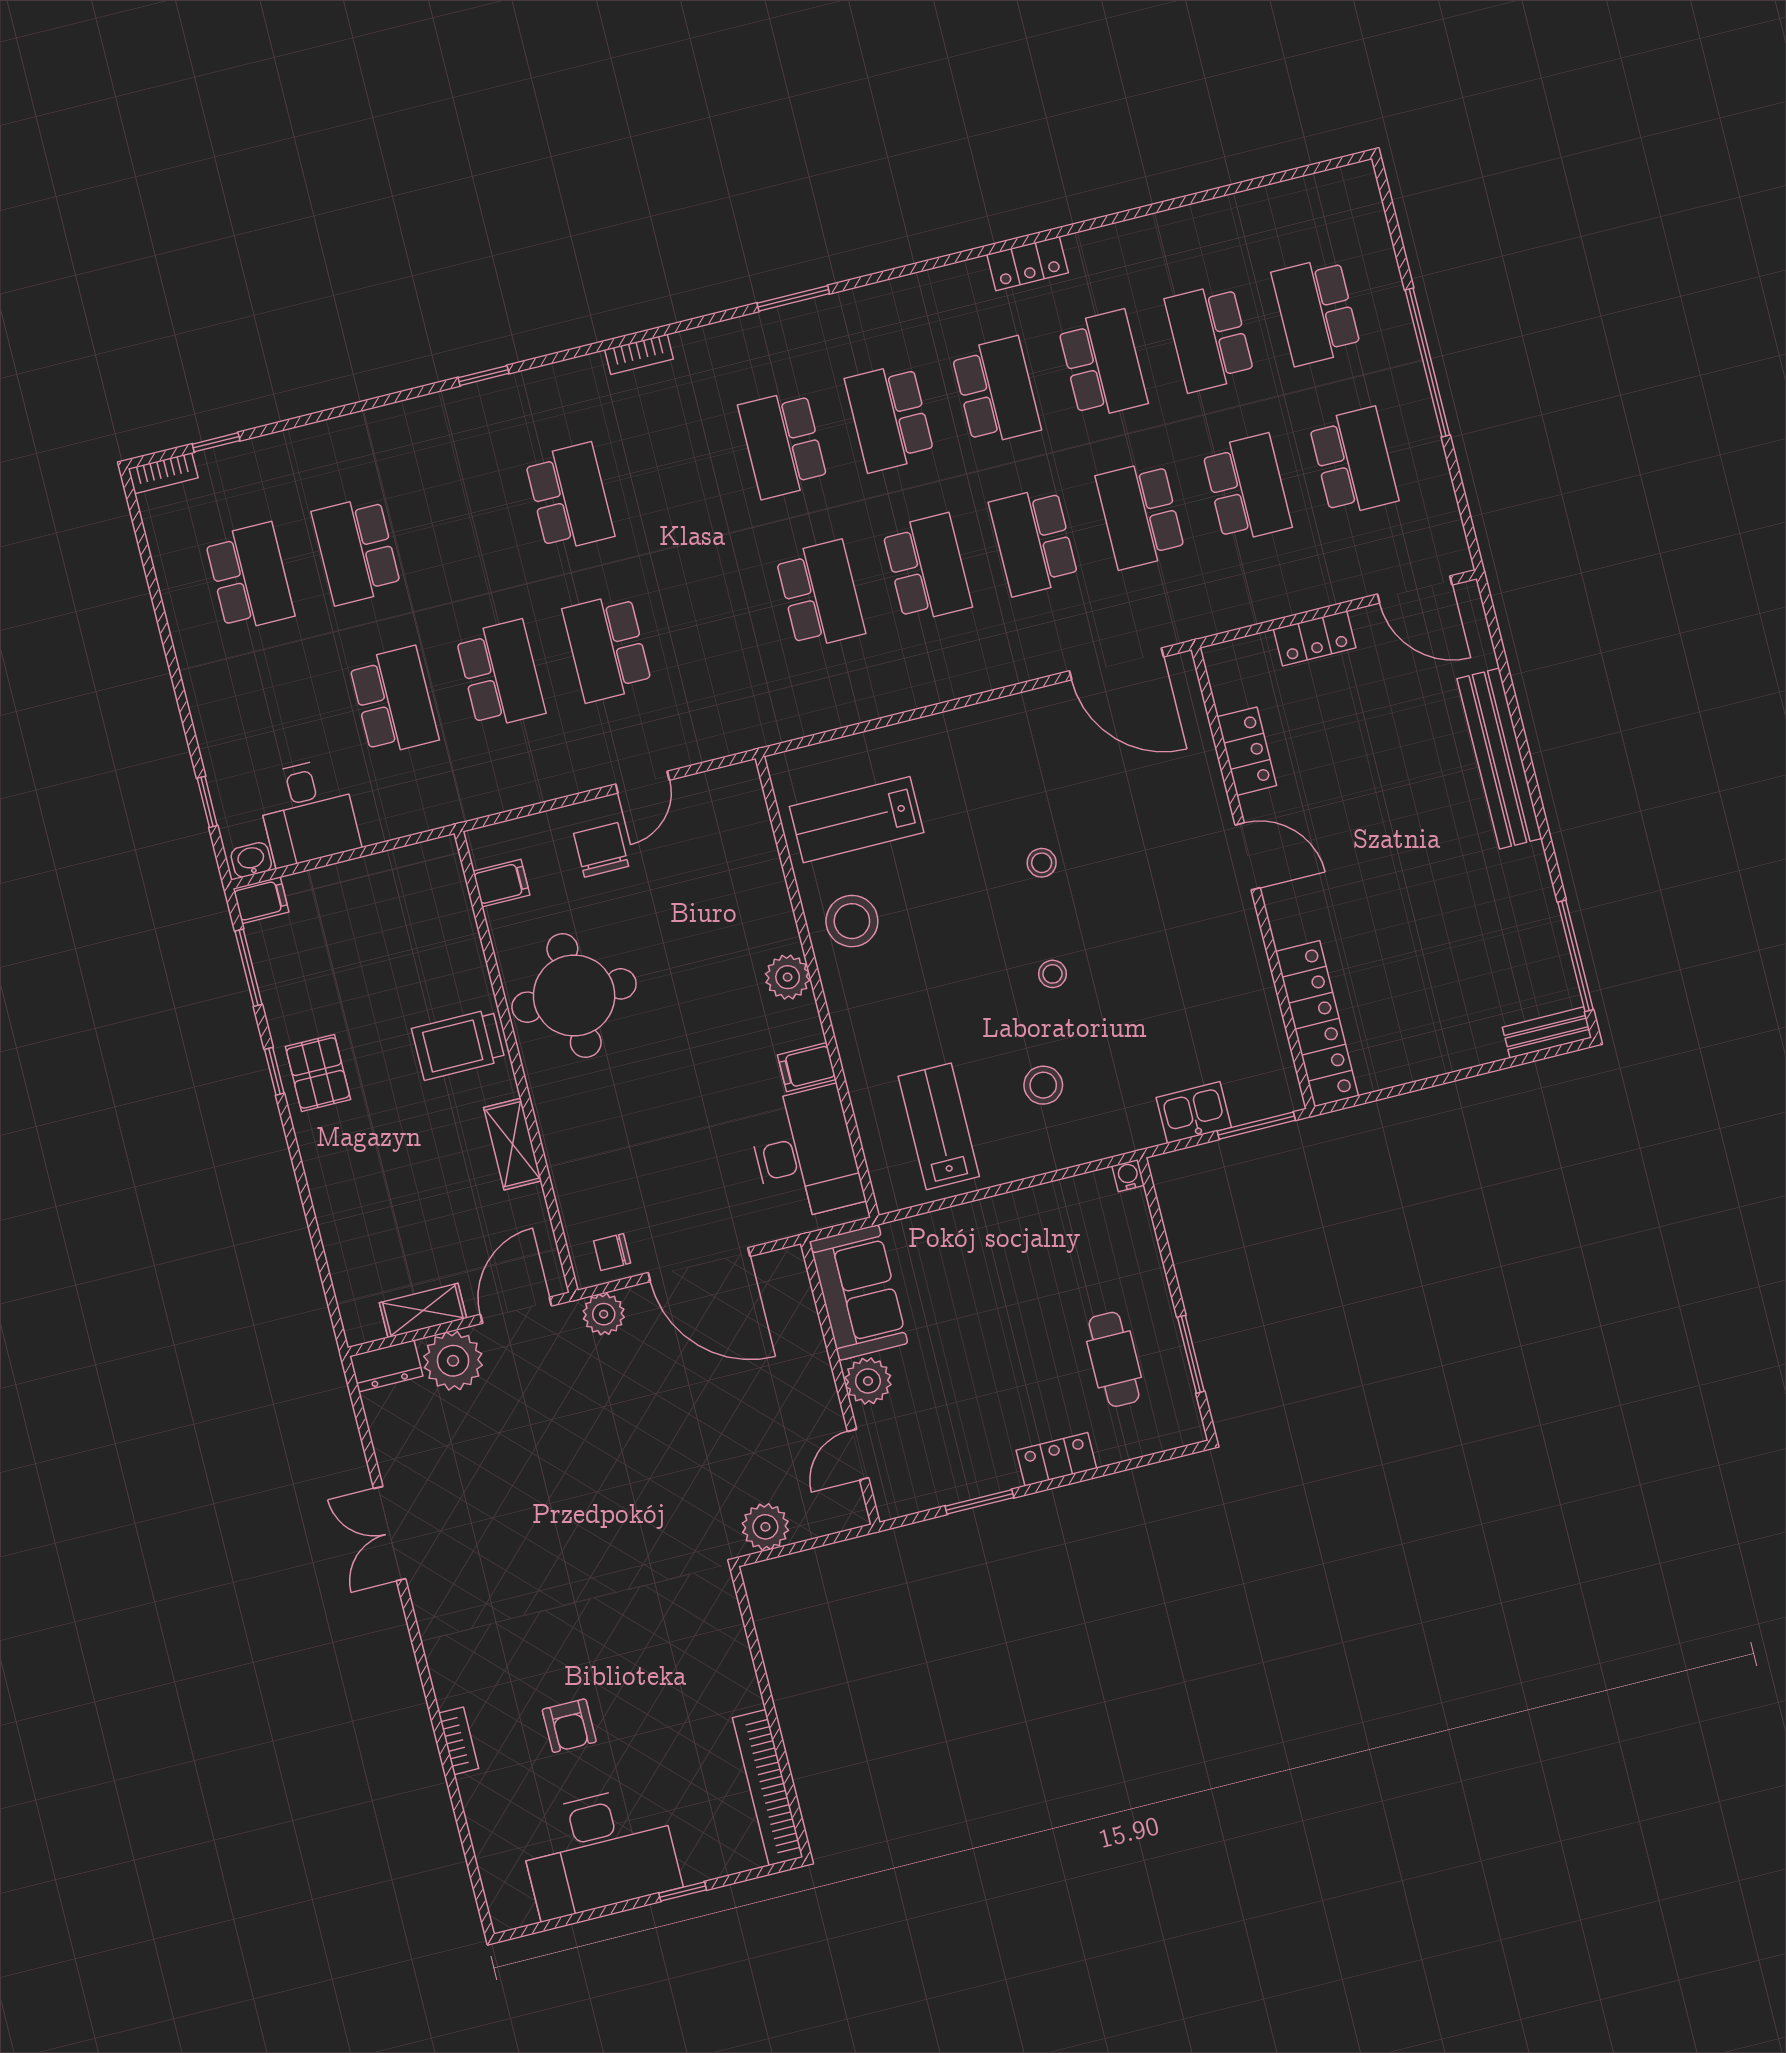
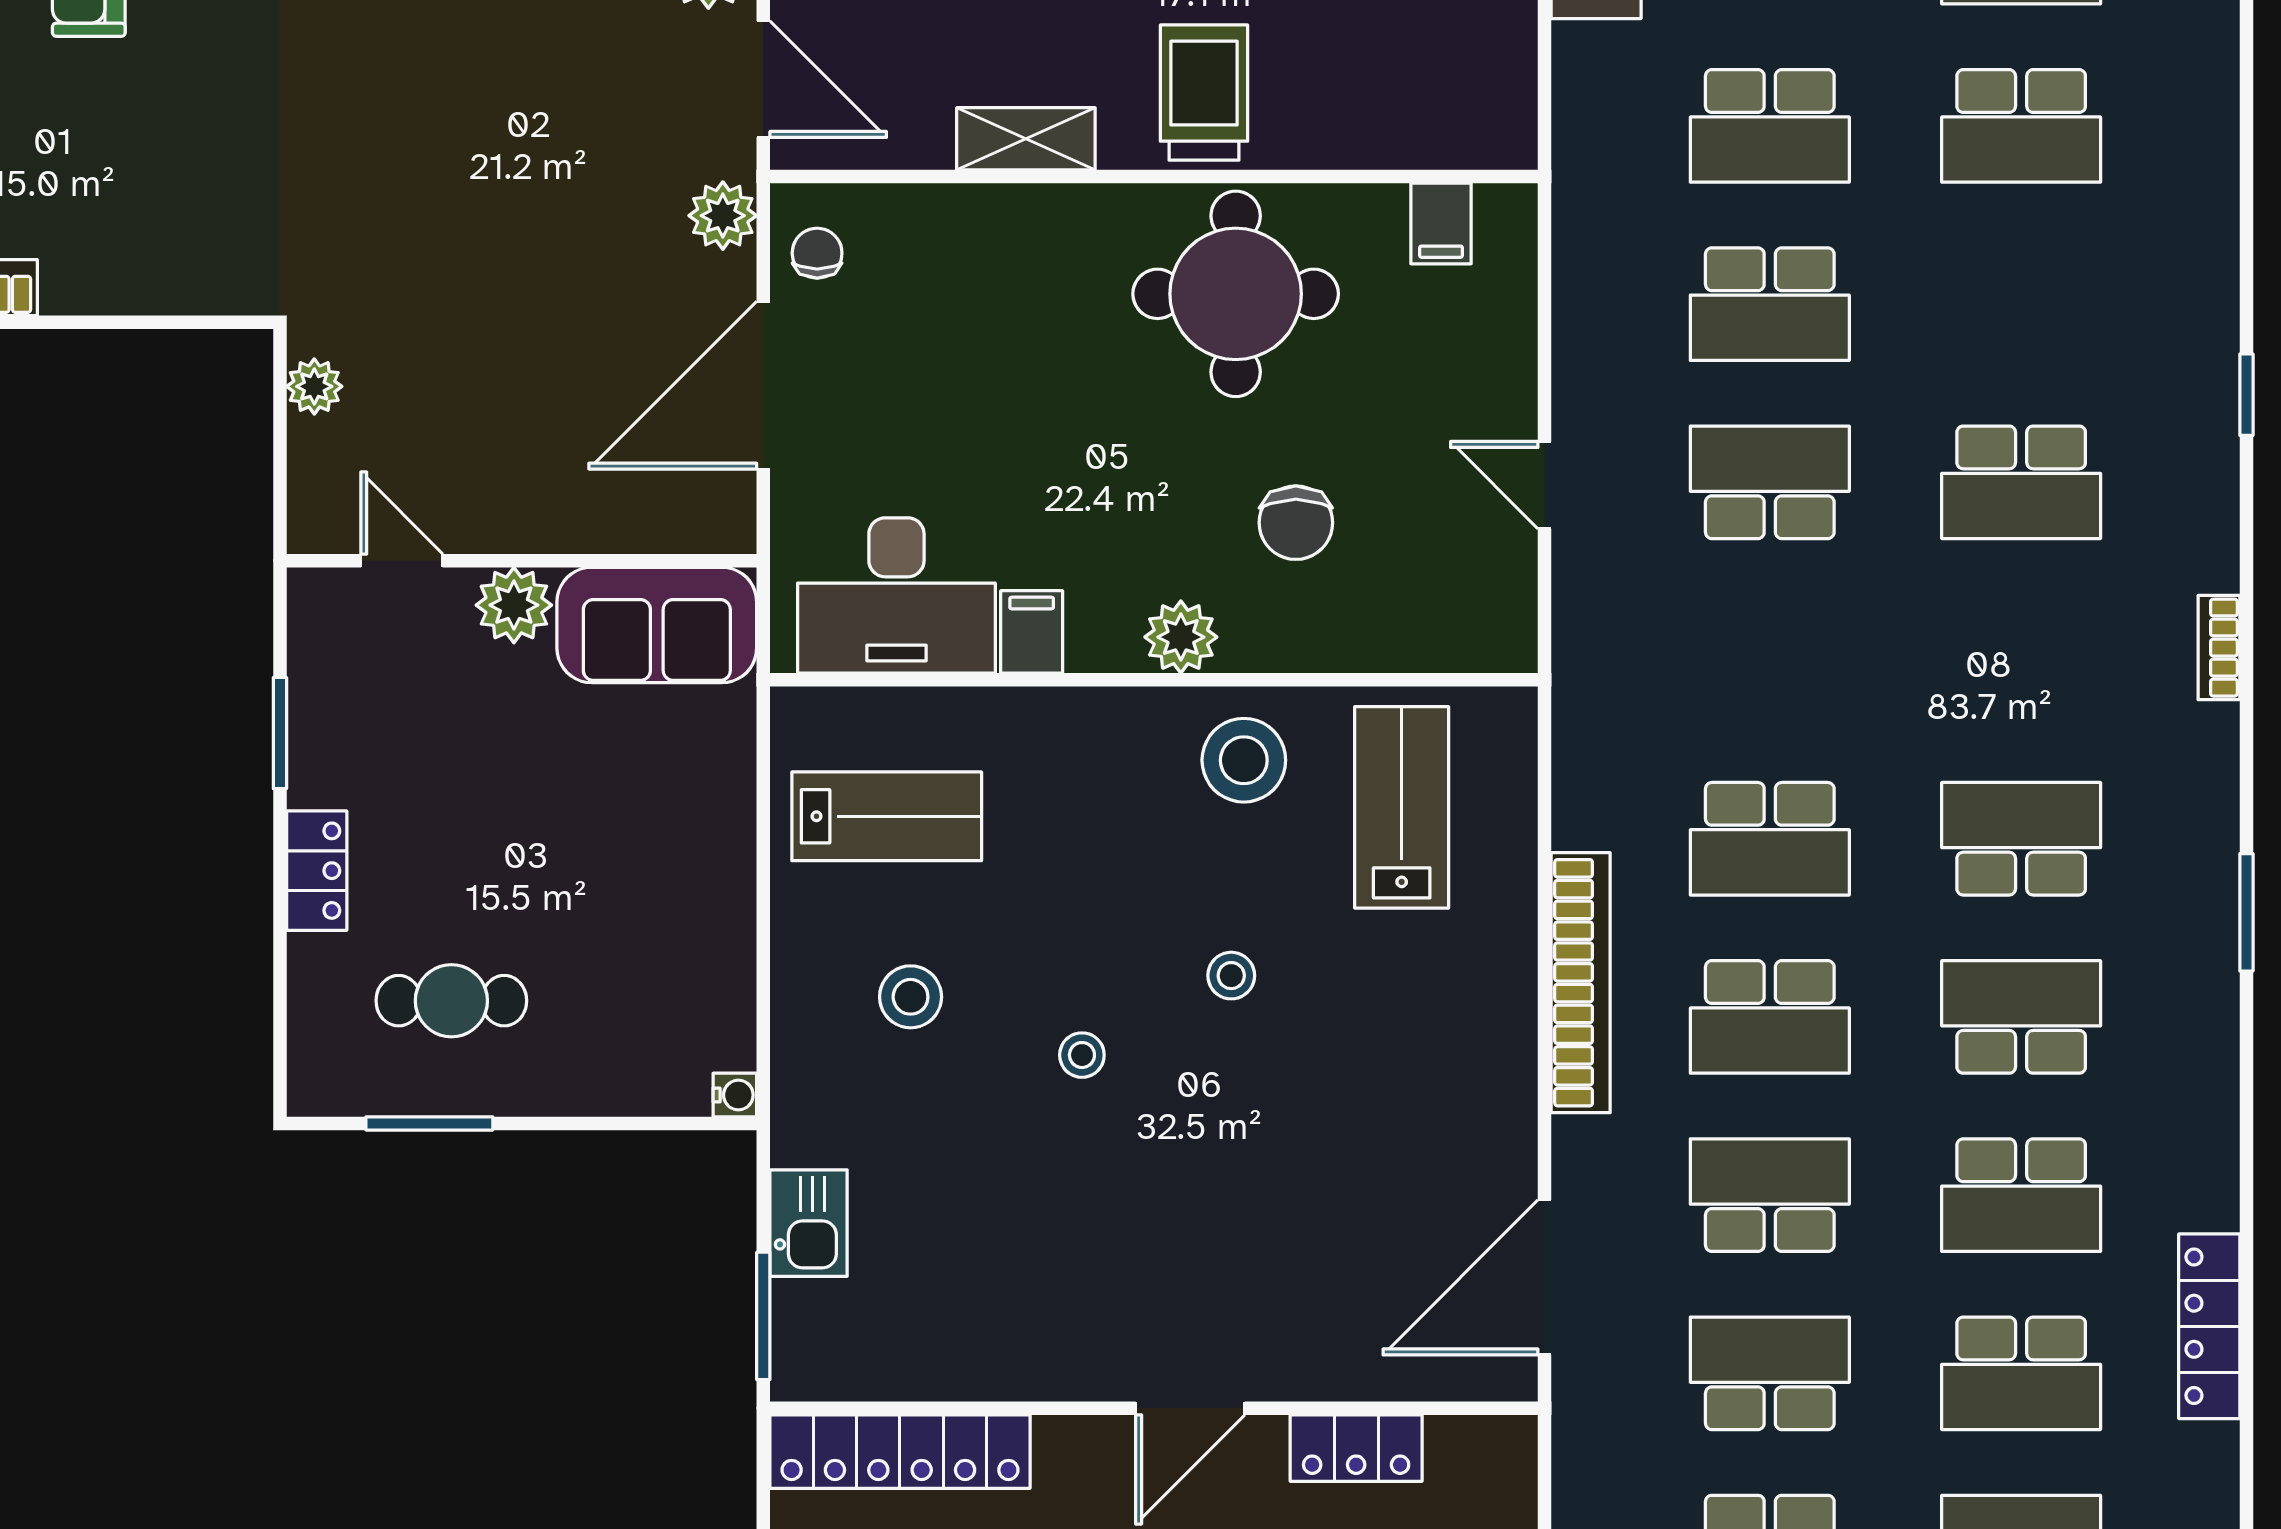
locker: (1028, 264) -> (2209, 1326), width x1.53
school desk: (356, 551) -> (2021, 126), turned 180
bookcase: (935, 686) -> (1581, 983), added
chair: (601, 850) -> (1296, 523), moved, turned 90
stool: (1042, 863) -> (1231, 976), moved
plant: (765, 1527) -> (314, 386), width x0.73, depth x0.73

